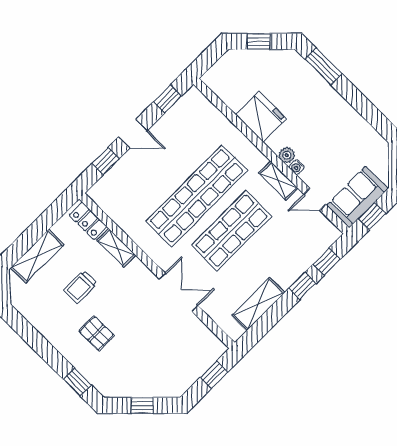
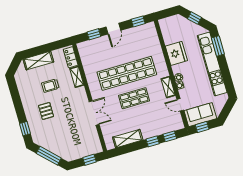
kitchen unit: (330, 102) -> (212, 64), added
door: (133, 134) -> (113, 29), hinge flipped
shop shelf: (232, 231) -> (134, 98), width x0.70, depth x0.74
window: (142, 405) -> (49, 156), width x2.17

